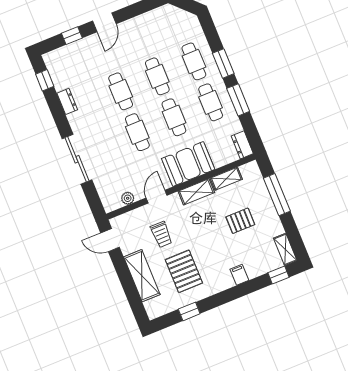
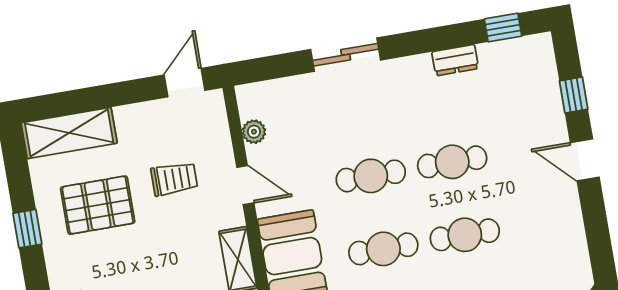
sliding door: (77, 159) -> (346, 55), width x0.73
trolley: (161, 234) -> (174, 179), turned 180
shelving: (142, 276) -> (69, 133), moved
window: (189, 311) -> (27, 229), moved

